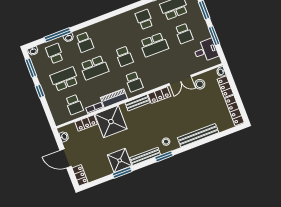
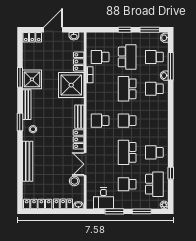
school desk: (144, 19) -> (154, 152), turned 180
school desk: (55, 54) -> (154, 57), turned 180
piano: (114, 98) -> (92, 96), removed

